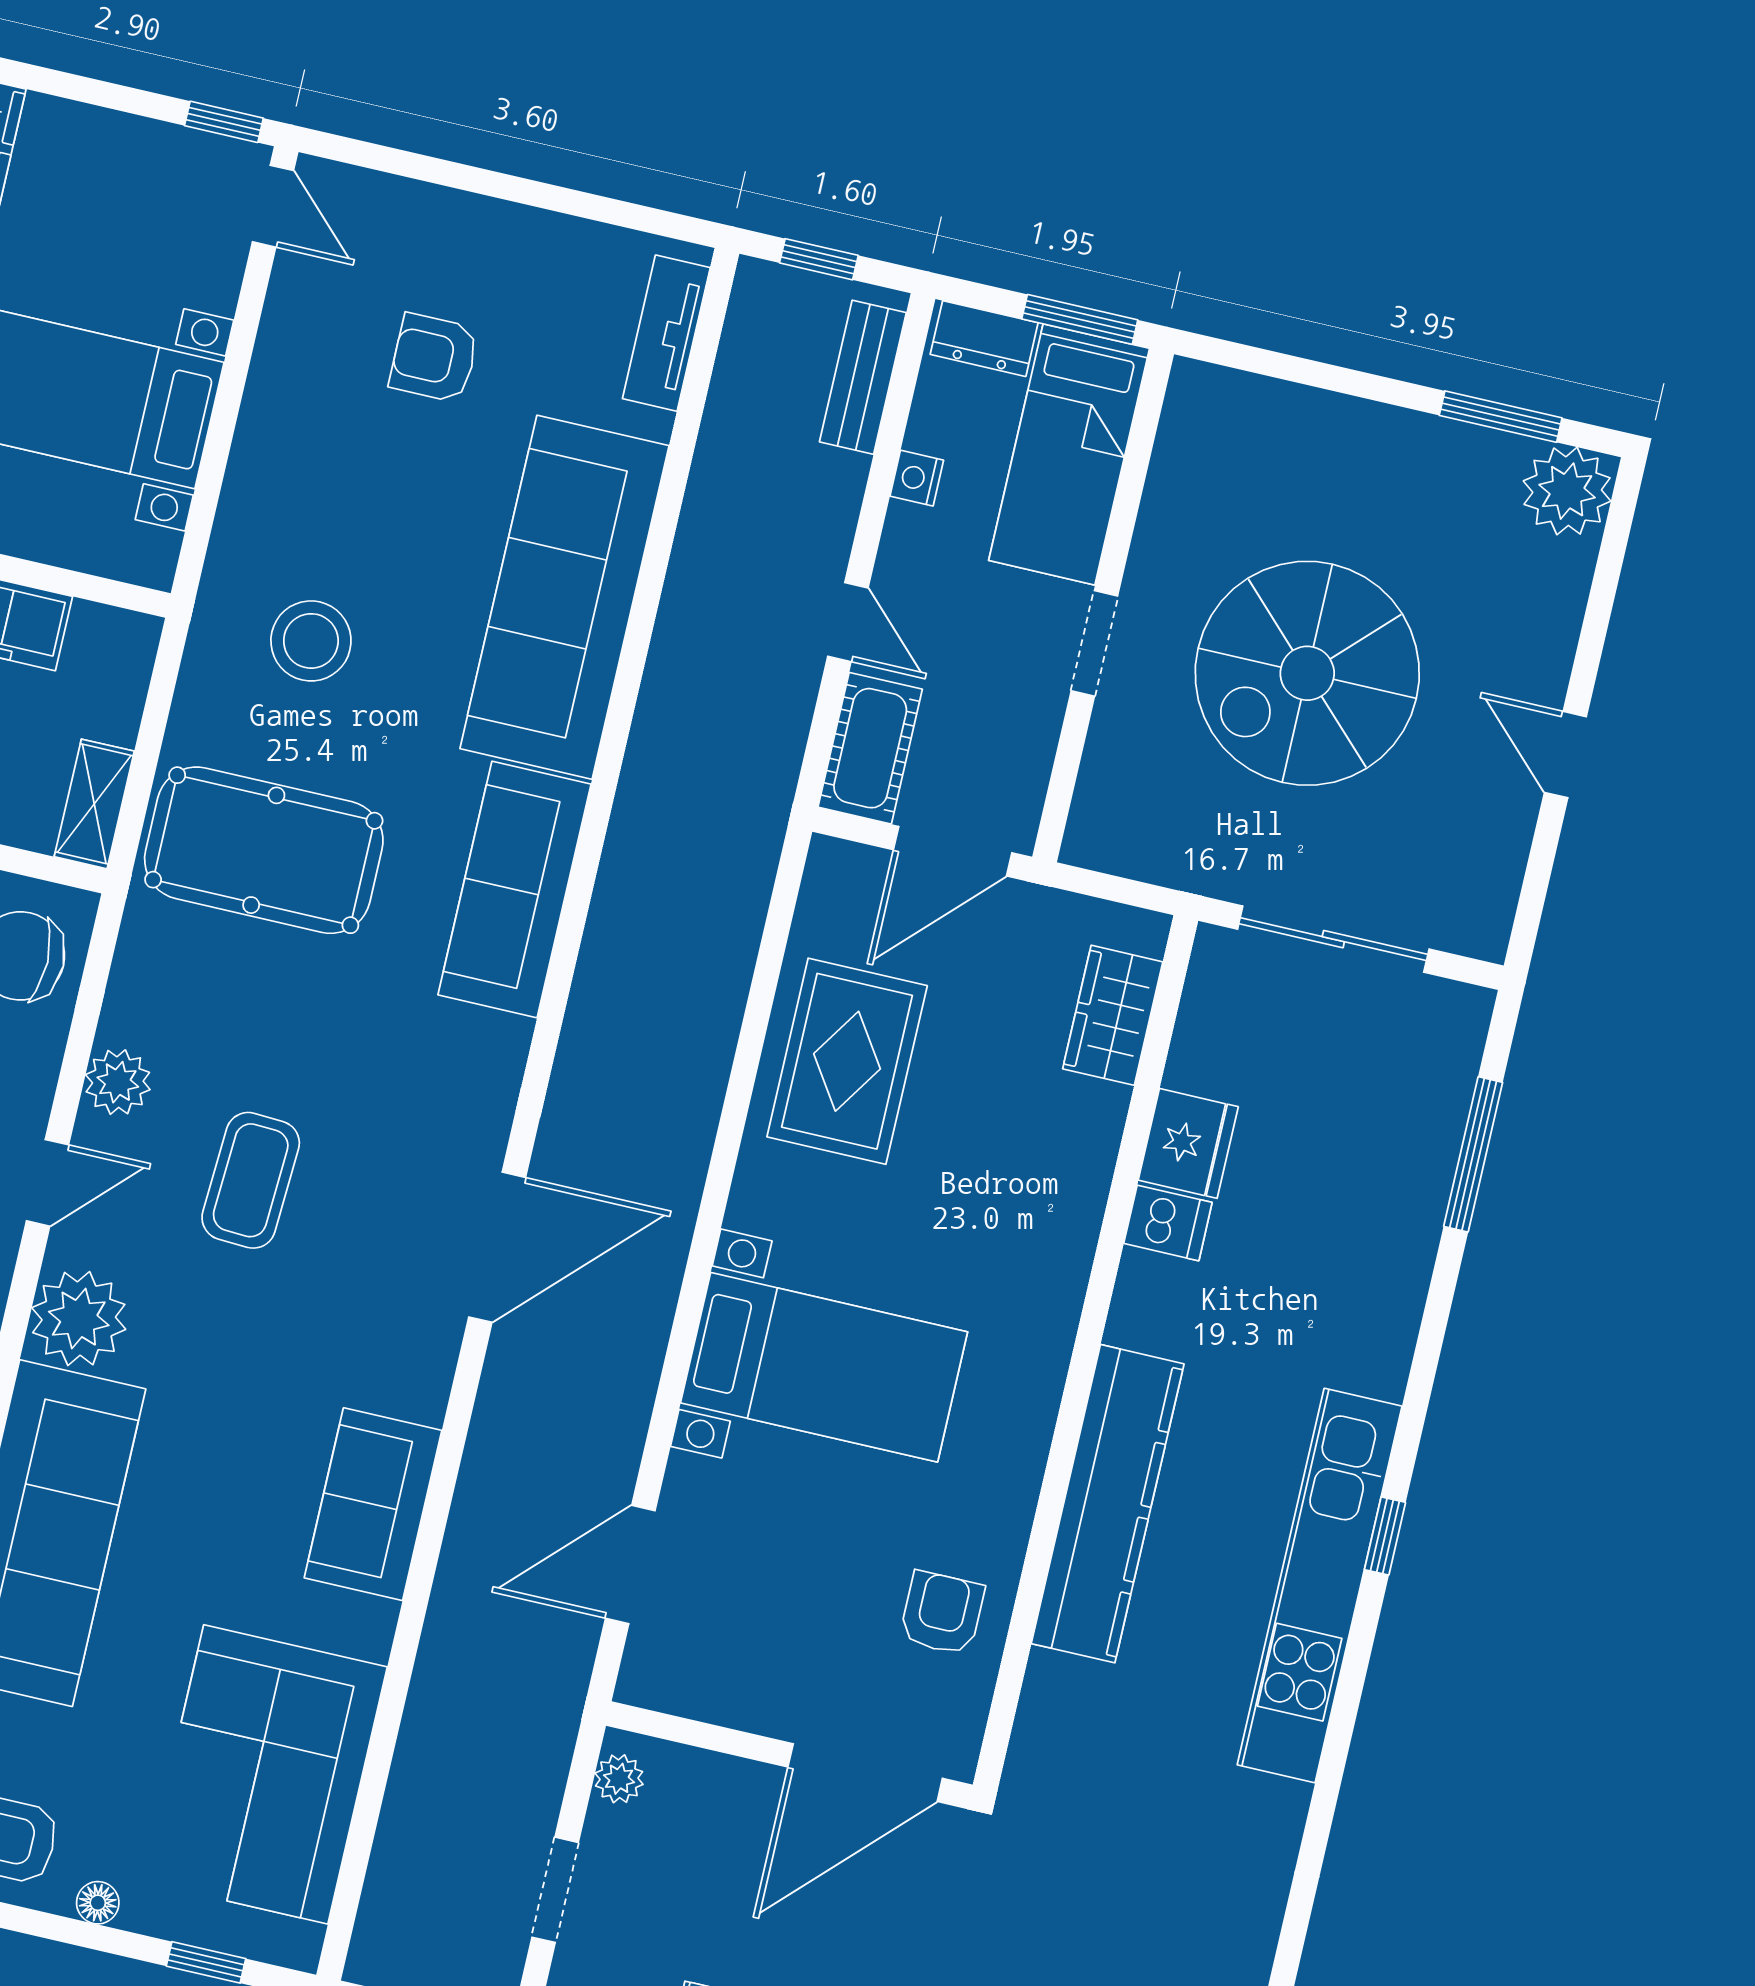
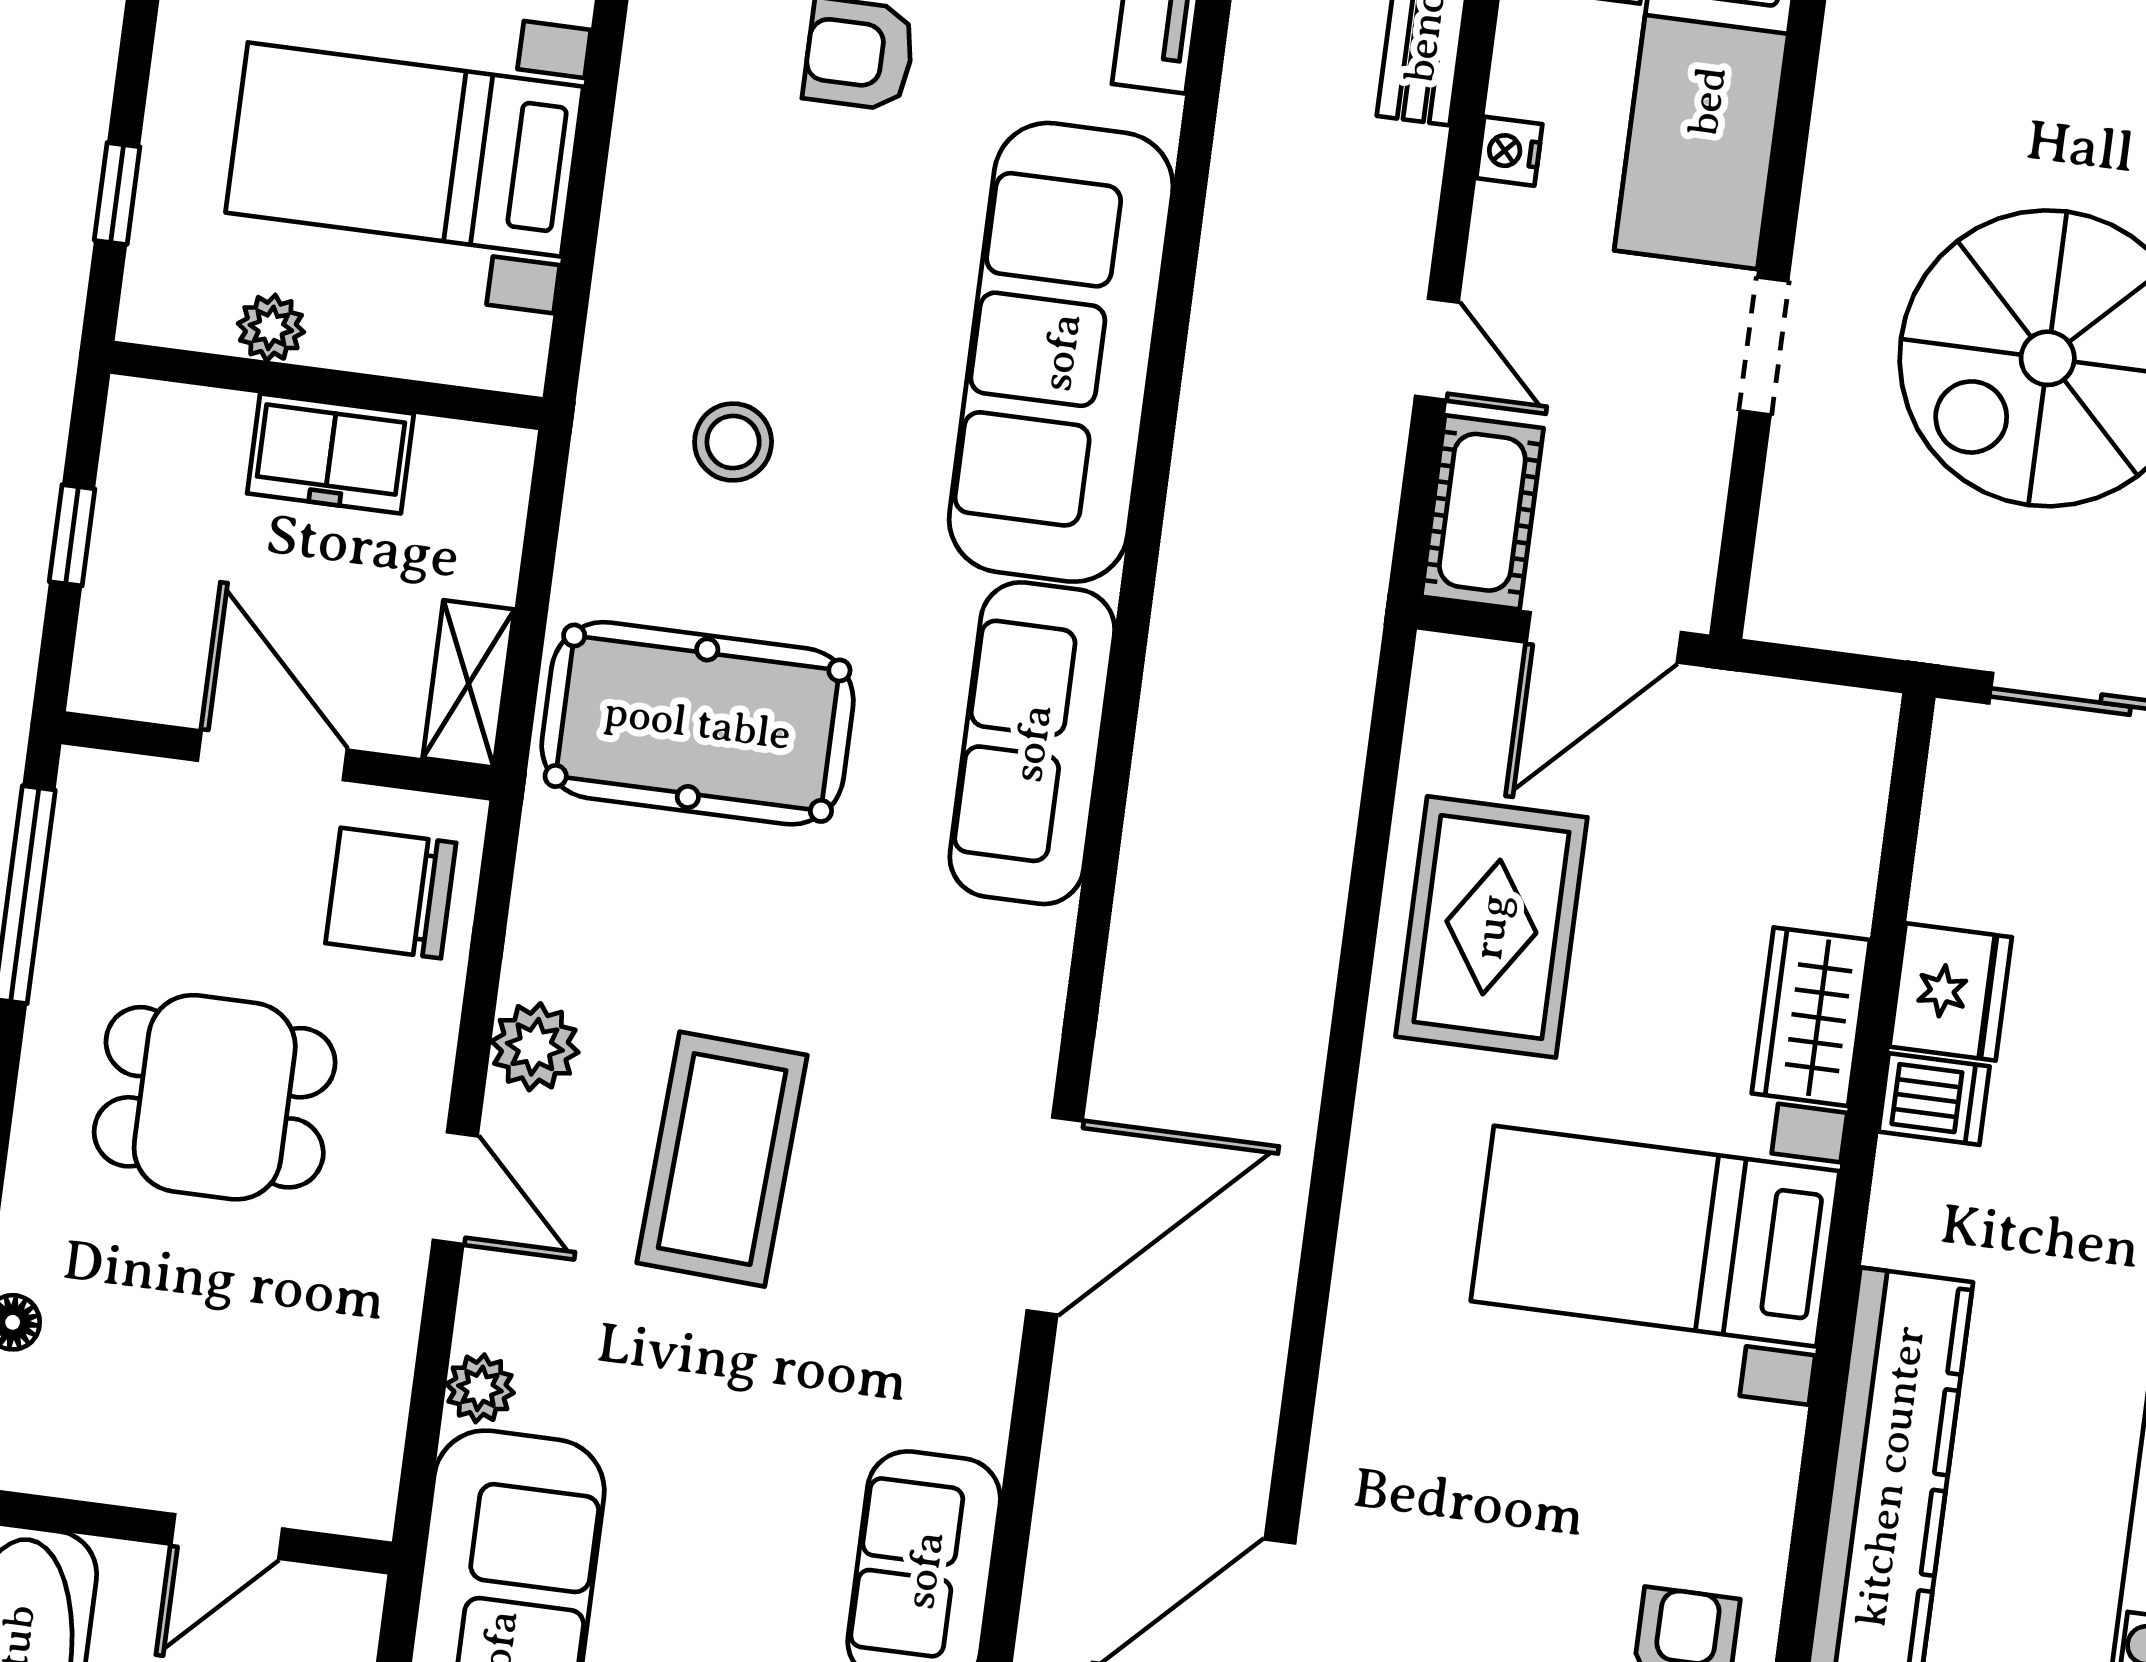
stool: (311, 641) -> (733, 442), width x0.73, depth x0.73
wardrobe: (1113, 1015) -> (1811, 1017), moved
coffee table: (251, 1180) -> (722, 1159), width x1.36, depth x1.32
door: (48, 1183) -> (455, 1188), hinge flipped
plant: (79, 1319) -> (480, 1388), width x0.53, depth x0.53
bed with nightstands: (824, 1367) -> (1655, 1236), moved, turned 180

